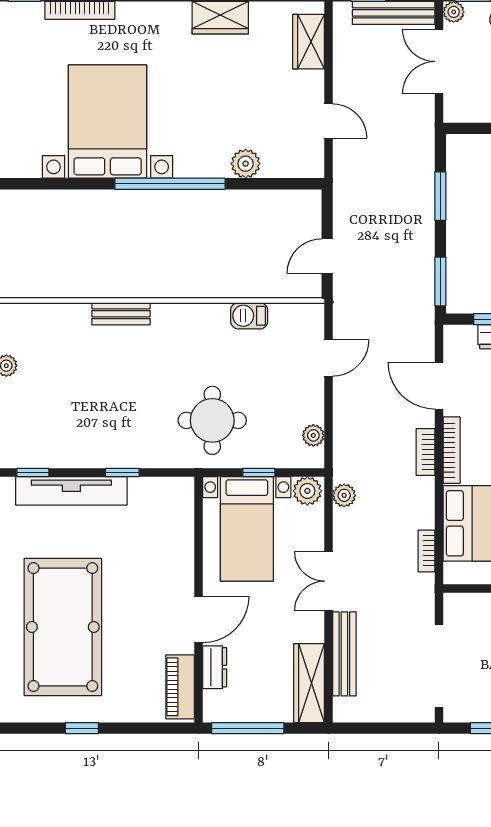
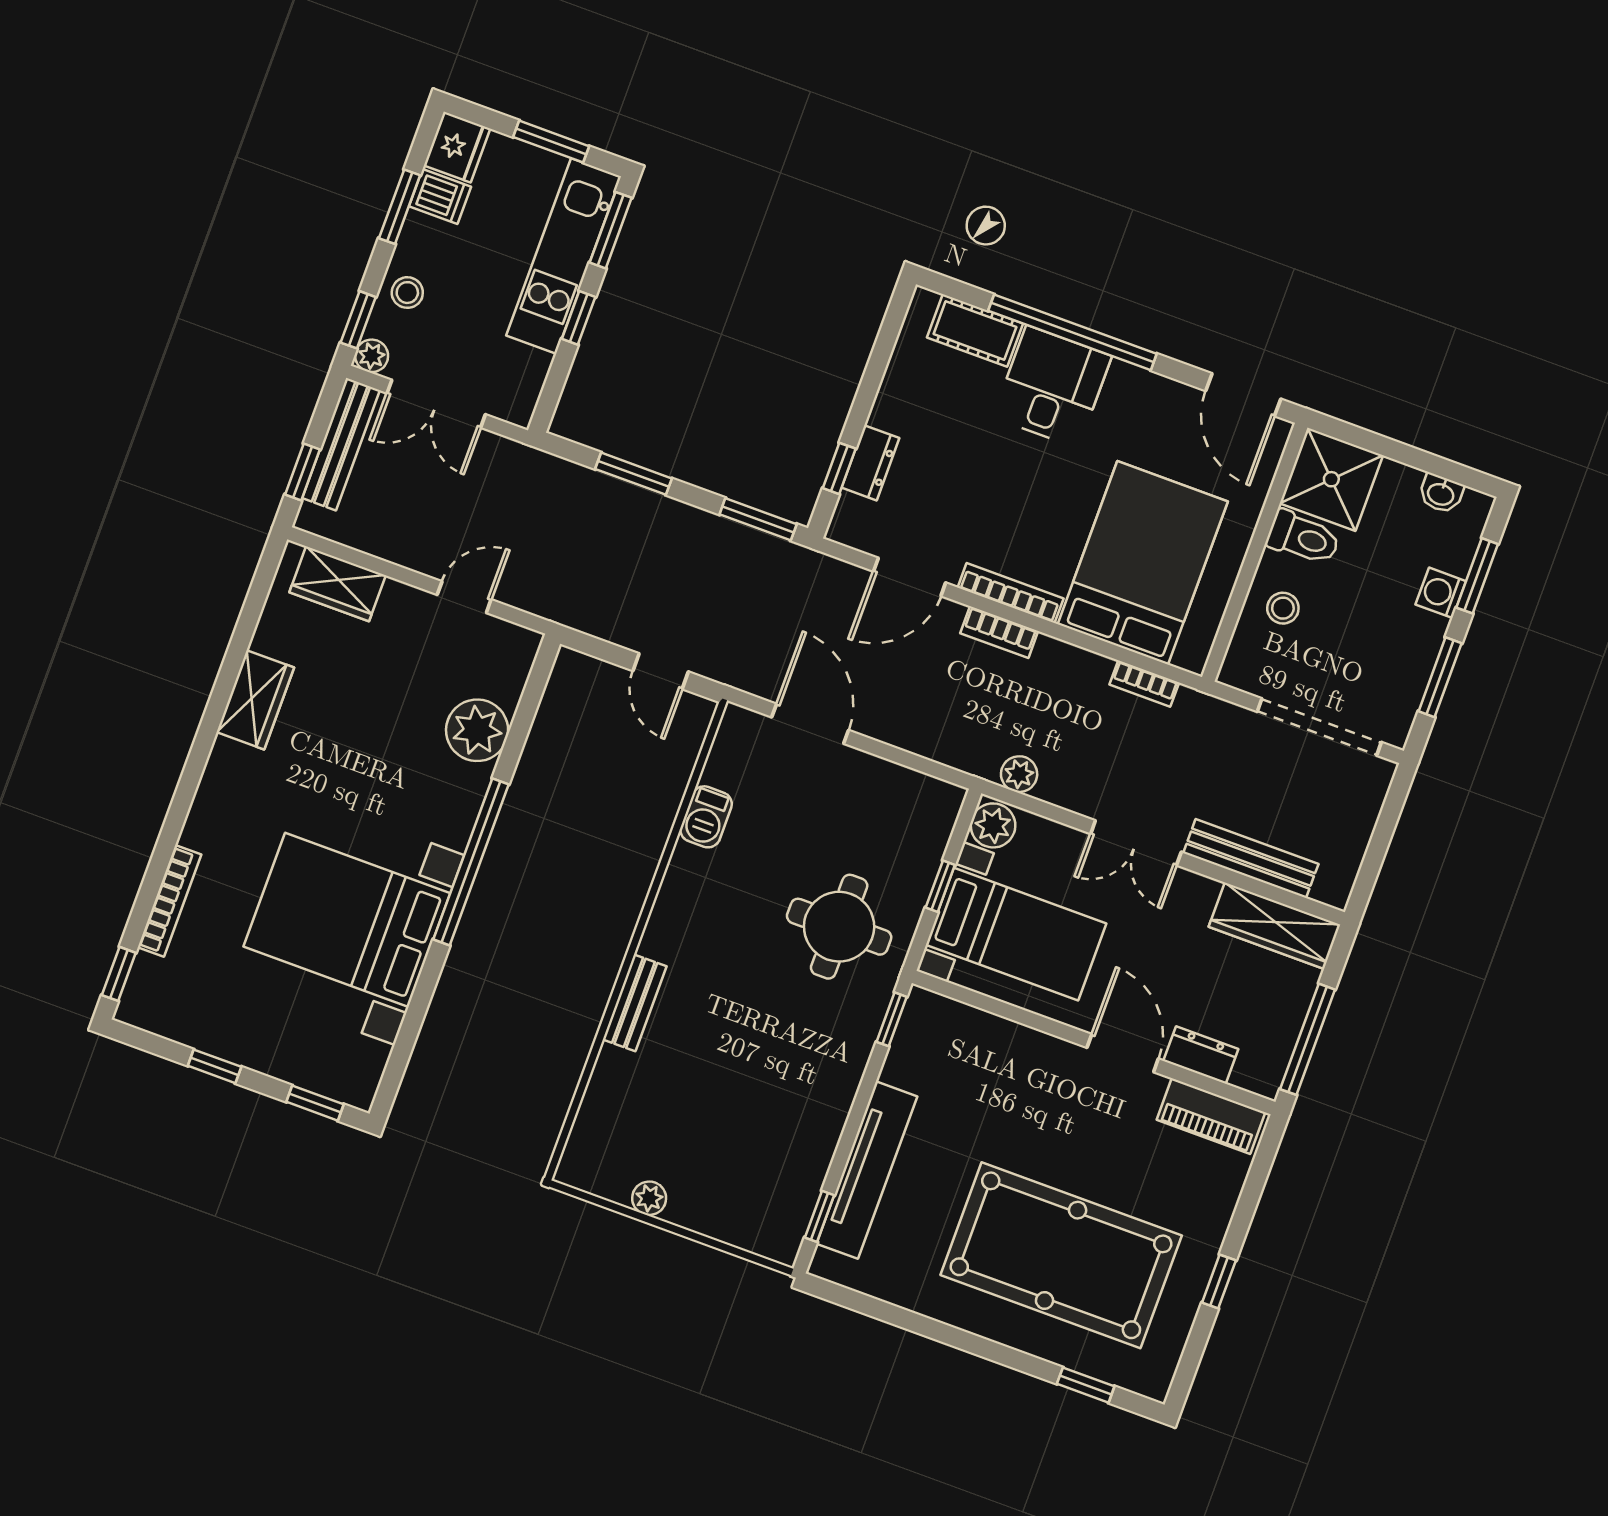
plant: (246, 164) -> (477, 730), width x1.36, depth x1.36
door: (328, 358) -> (810, 724), width x1.38
plant: (313, 435) -> (915, 787), removed
window: (122, 473) -> (892, 1019), moved

